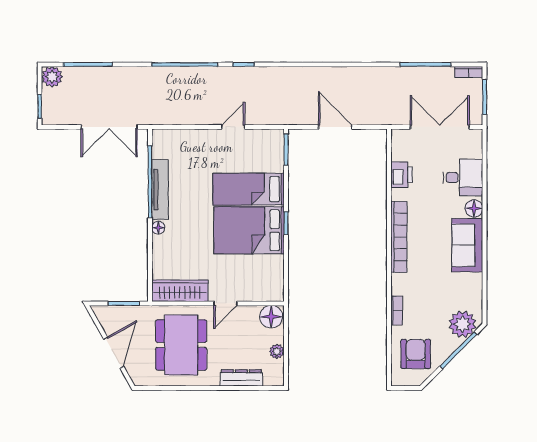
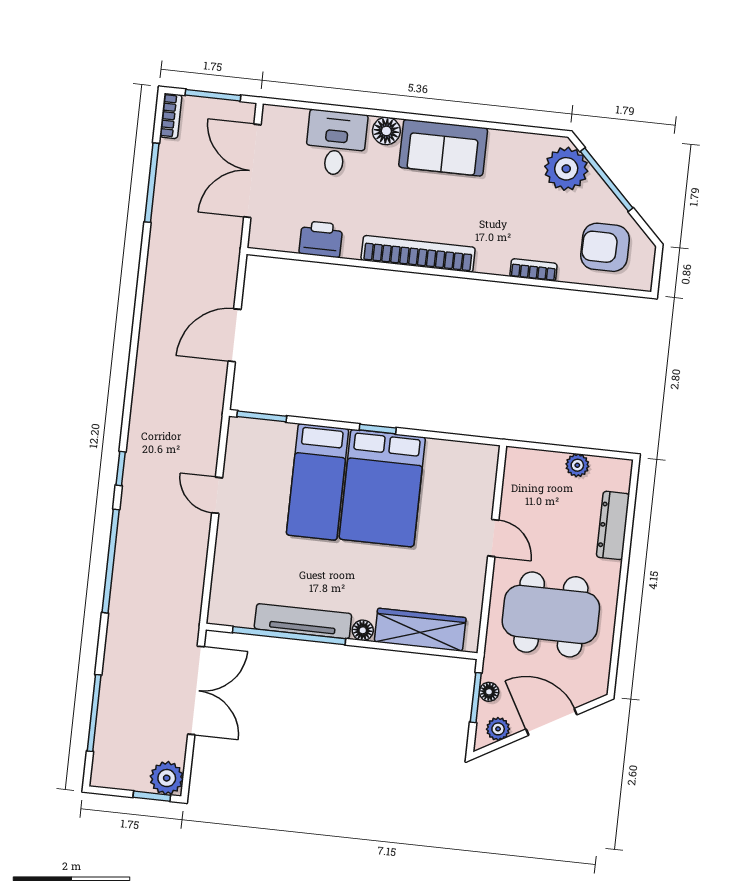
plant: (52, 77) -> (167, 778), moved
wardrobe: (180, 291) -> (420, 630), moved, turned 90
floor lamp: (271, 317) -> (489, 692), moved, width x0.53, depth x0.53
plant: (106, 320) -> (498, 729), added

